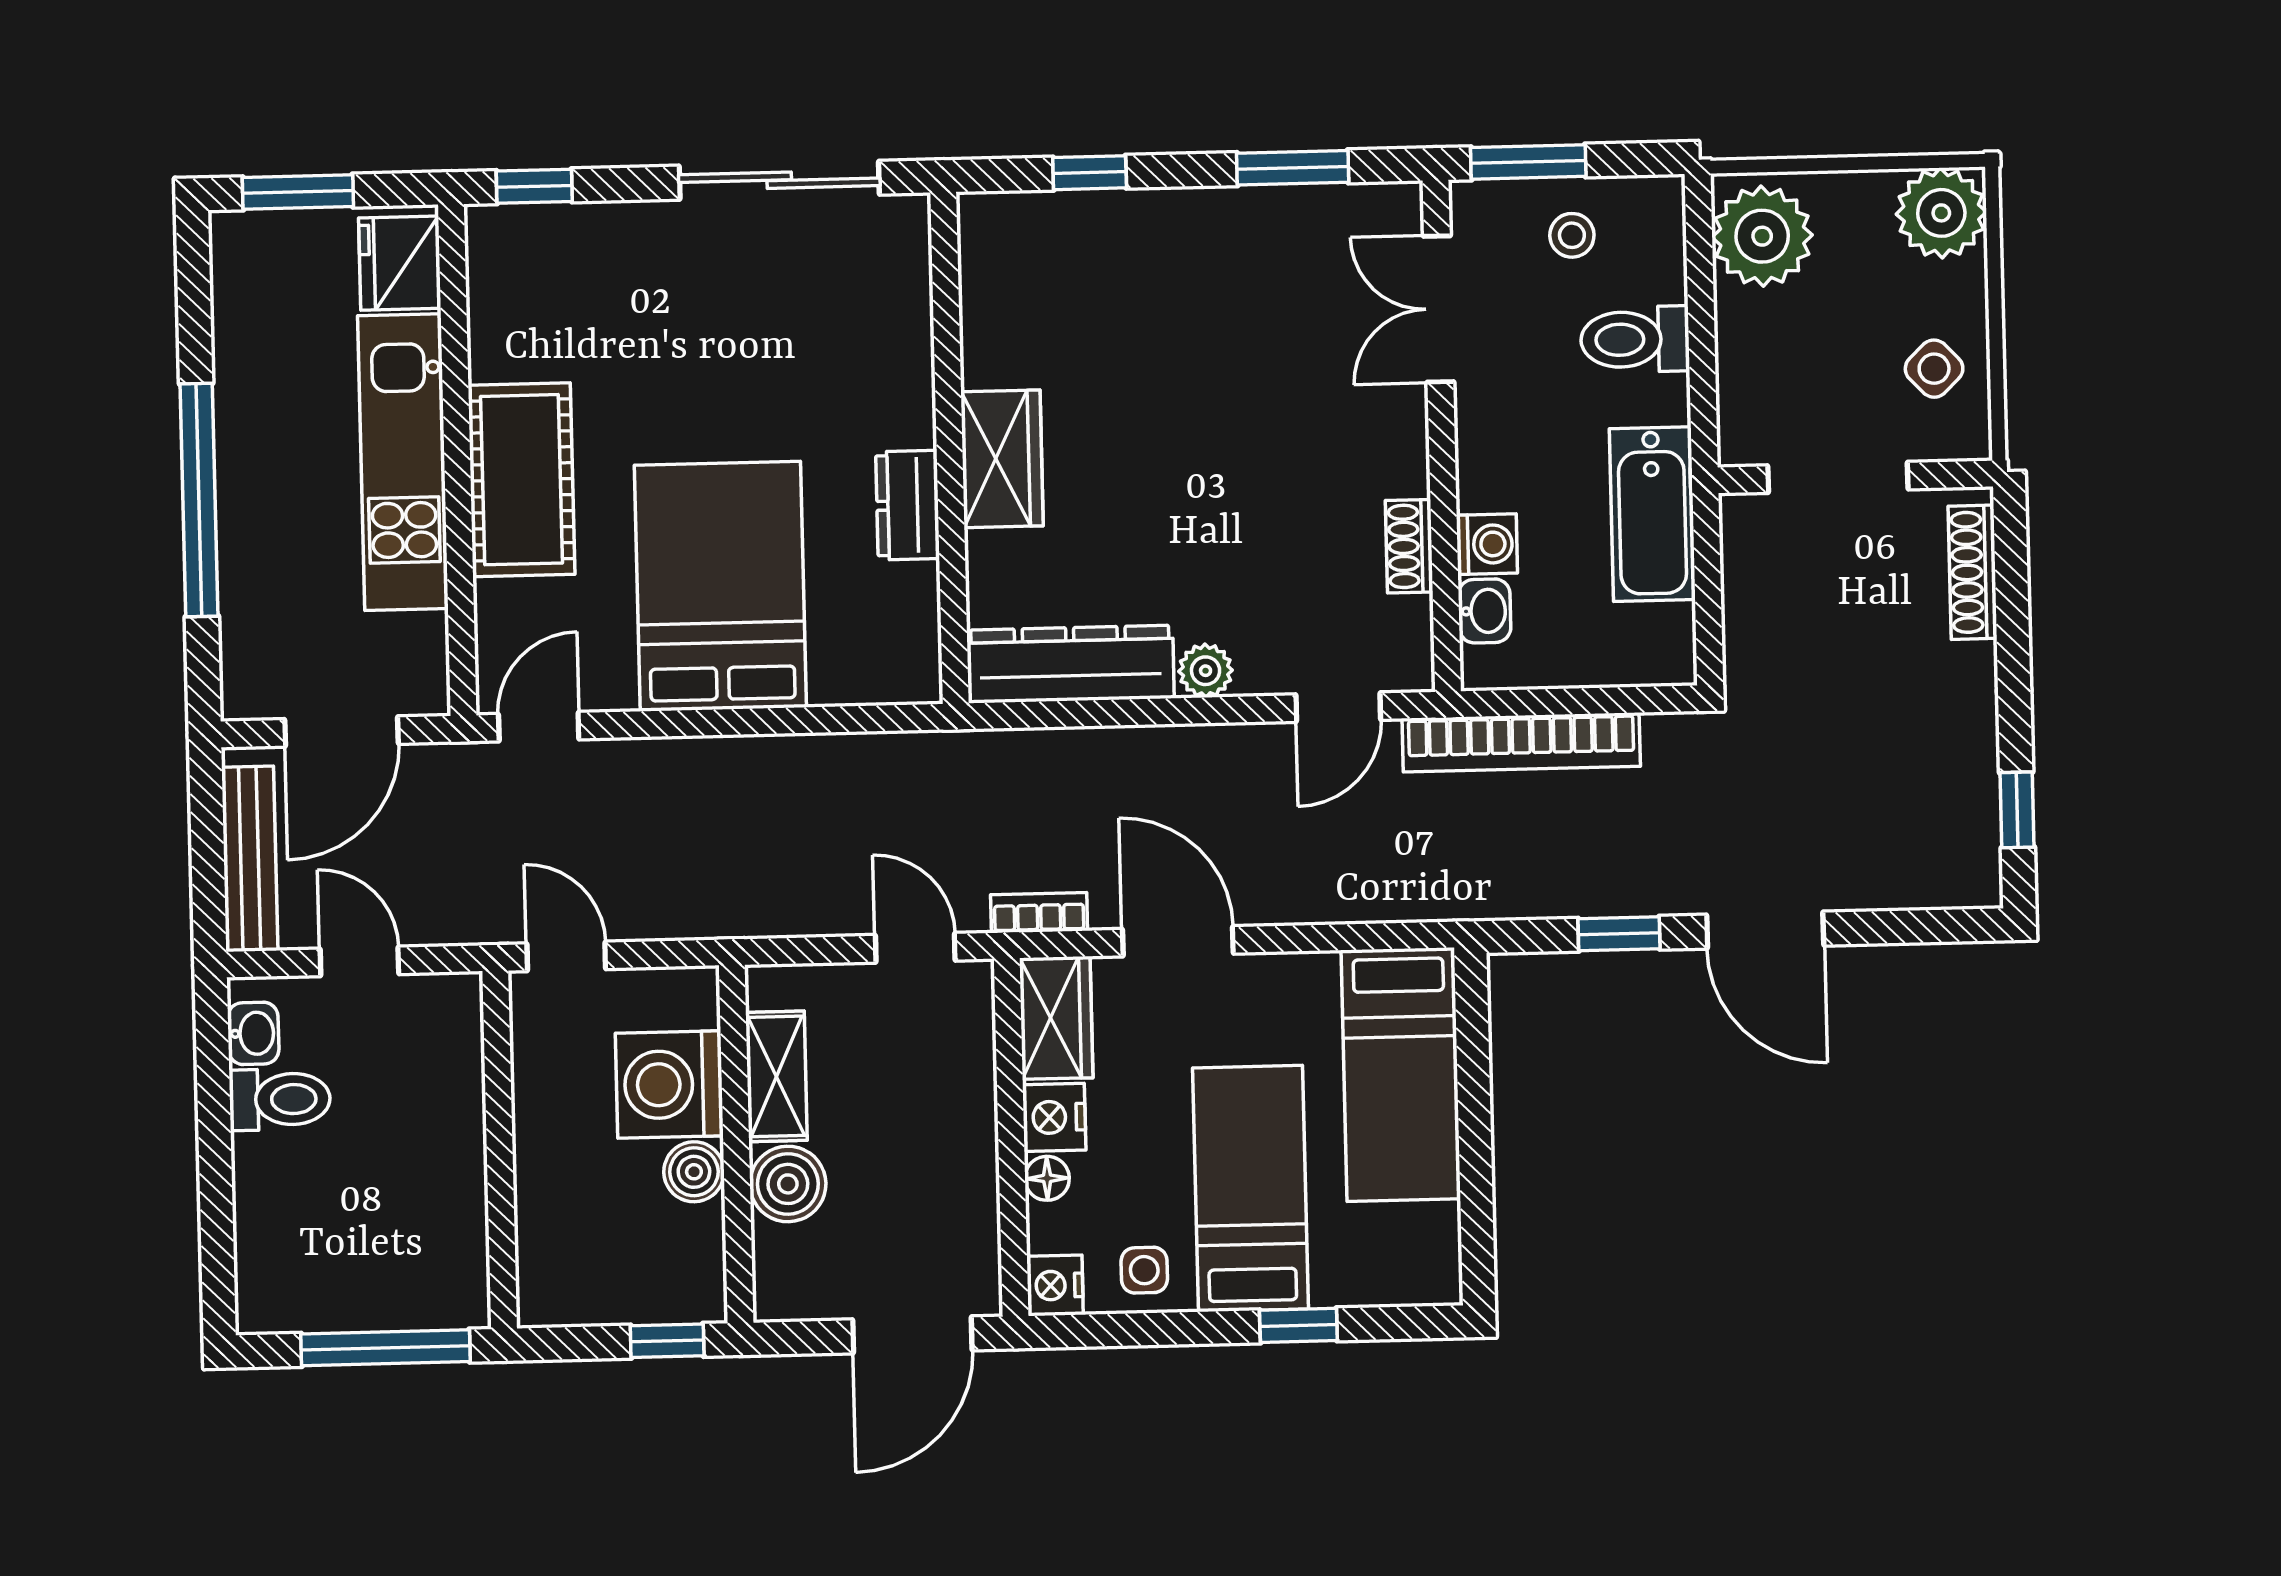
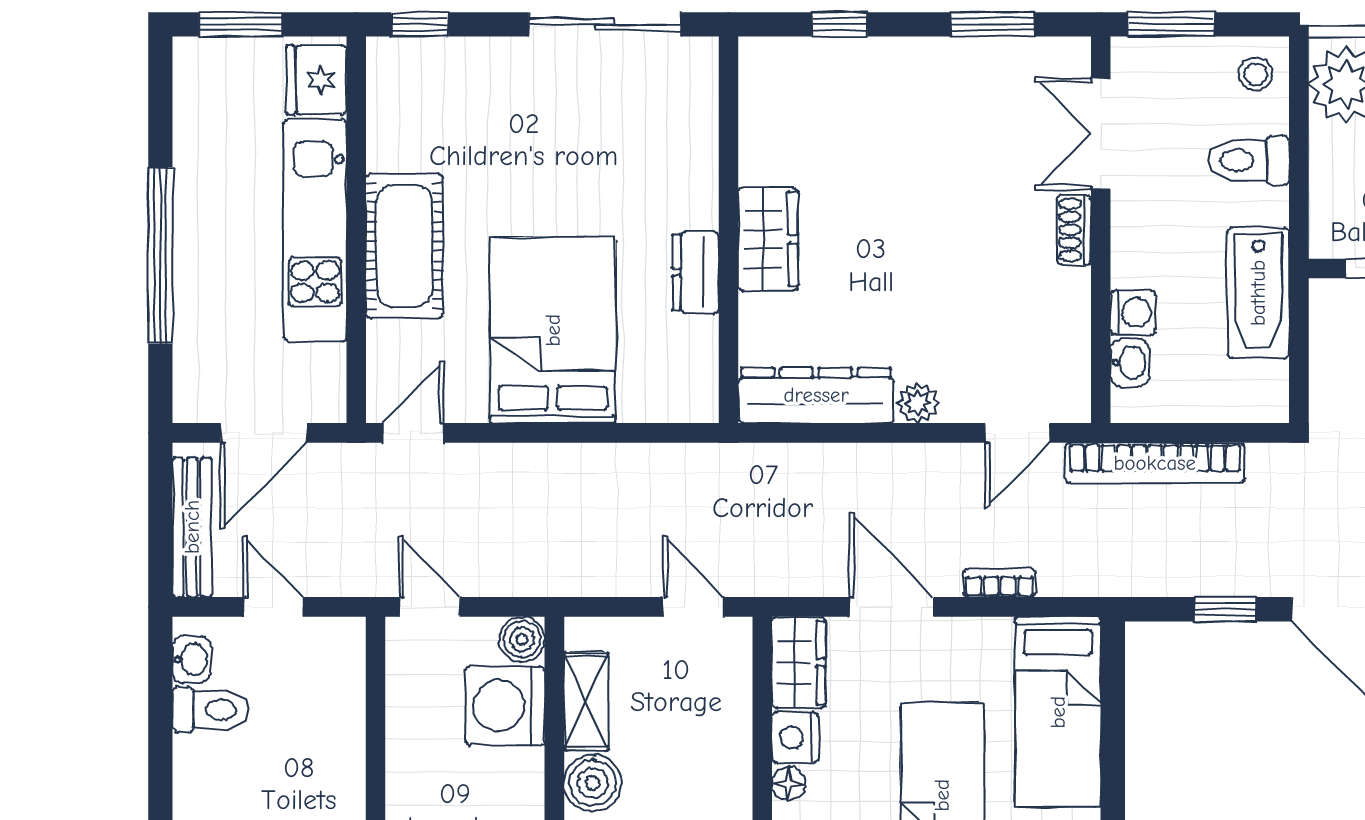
stool: (1572, 235) -> (1256, 74), moved
shoe rack: (1409, 546) -> (1074, 230), moved
bookcase: (1039, 913) -> (1000, 583), moved
boiler: (694, 1172) -> (522, 639), moved

